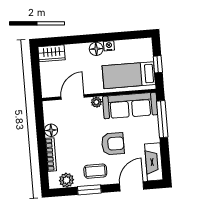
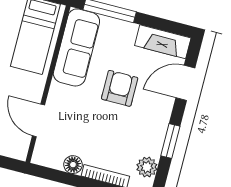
plant: (96, 102) -> (56, 91), removed
coffee table: (95, 171) -> (148, 124), removed
door: (132, 186) -> (185, 83), hinge flipped

